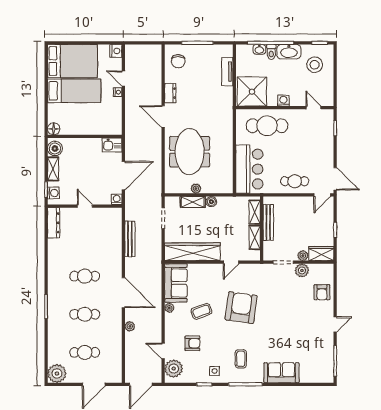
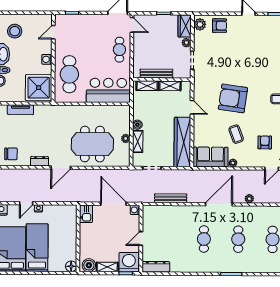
washing machine: (53, 193) -> (129, 262), width x1.89, depth x1.89
plant: (302, 270) -> (200, 24), moved

